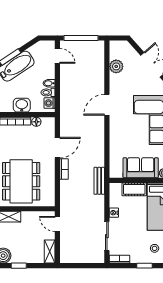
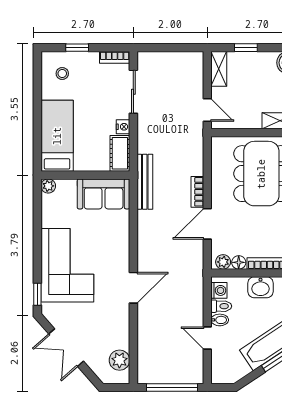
door: (57, 56) -> (207, 338), moved
plant: (116, 66) -> (119, 360), moved
plant: (47, 122) -> (223, 262), added
sofa: (141, 168) -> (104, 194), moved
bench: (99, 181) -> (145, 182), width x1.36
cot: (134, 189) -> (120, 153), moved, turned 90
window: (19, 266) -> (246, 48), moved

